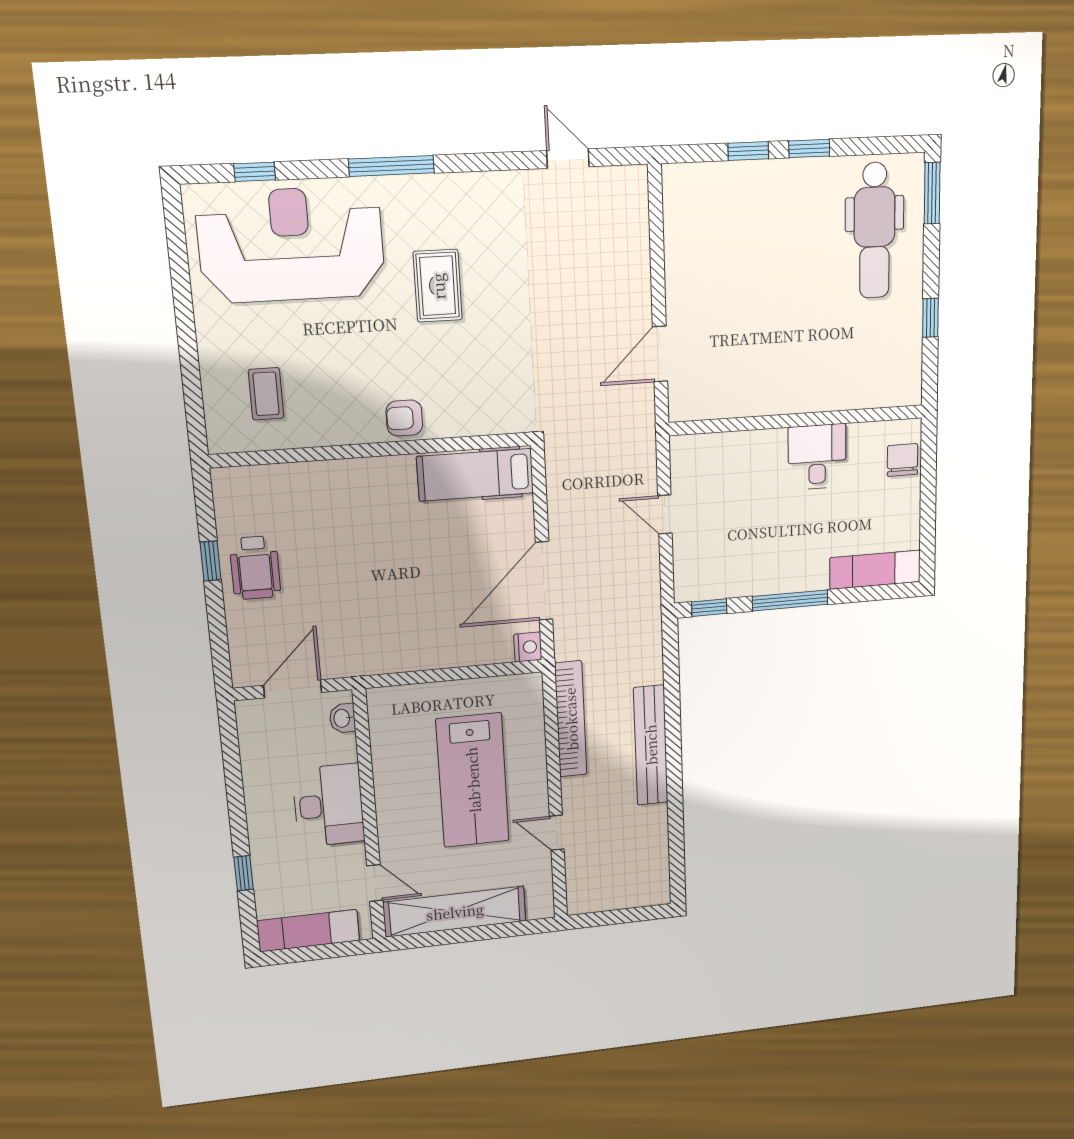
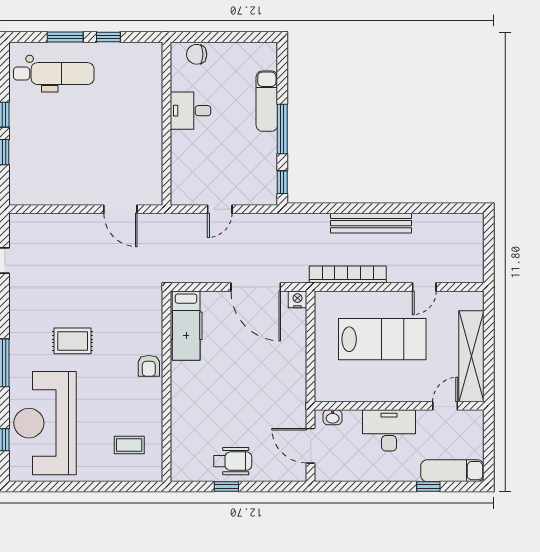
window: (932, 193) -> (65, 37), moved
exam couch: (875, 570) -> (267, 101), moved
exam couch: (308, 931) -> (452, 471), moved, turned 90

